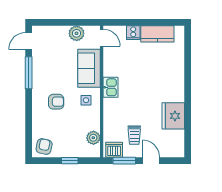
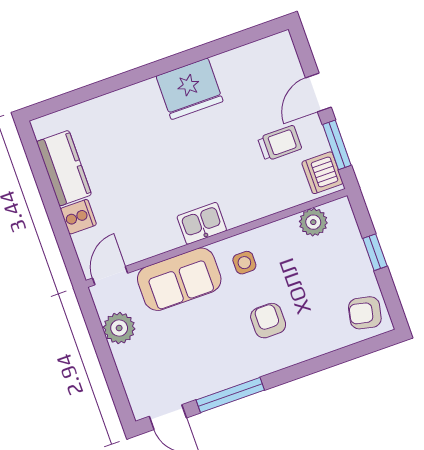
fridge: (173, 116) -> (190, 89), moved

